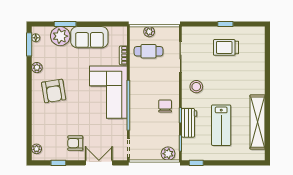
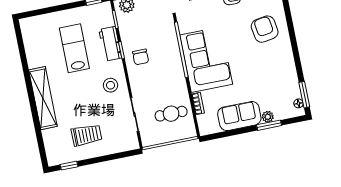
window: (225, 24) -> (69, 166), moved
plant: (149, 32) -> (175, 135), removed
plant: (60, 36) -> (268, 117), width x0.53, depth x0.53
plant: (37, 68) -> (291, 71), removed
armchair: (54, 91) -> (265, 29), moved
shelving: (257, 122) -> (43, 98), moved

